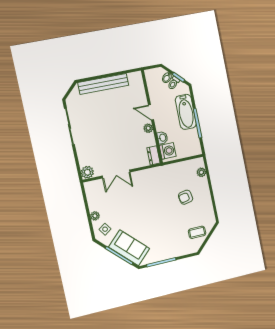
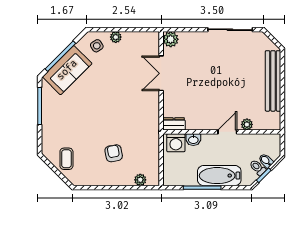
plant: (148, 128) -> (247, 124), moved

